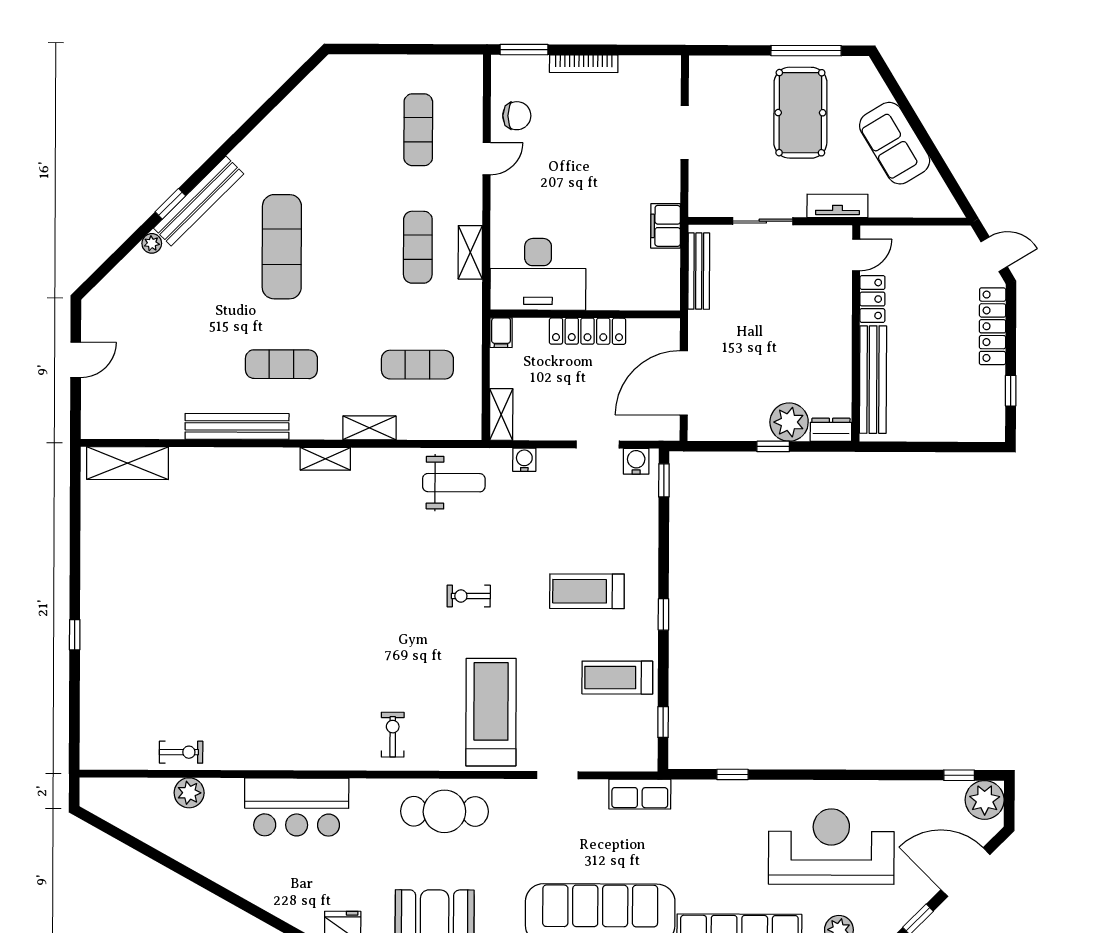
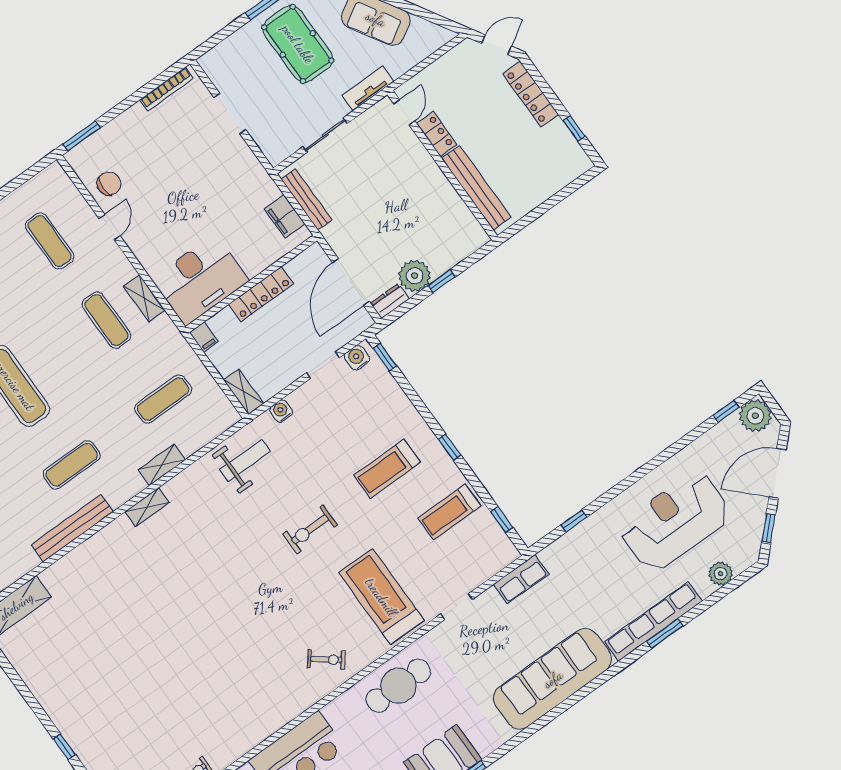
bookcase: (584, 64) -> (167, 89), moved
filing cabinet: (666, 226) -> (285, 216), moved
plant: (789, 422) -> (415, 276), moved
dresser: (831, 430) -> (390, 301), moved
exercise bike: (469, 596) -> (310, 529), width x1.38, depth x1.39
exercise bike: (393, 735) -> (326, 659), turned 128

